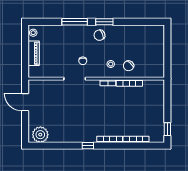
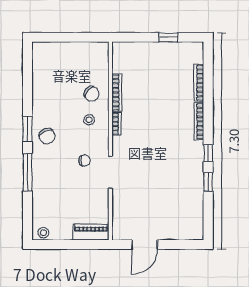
piano: (34, 53) -> (91, 232), moved
window: (167, 129) -> (168, 37), moved
plant: (40, 135) -> (192, 222), removed
window: (68, 146) -> (208, 182), added

